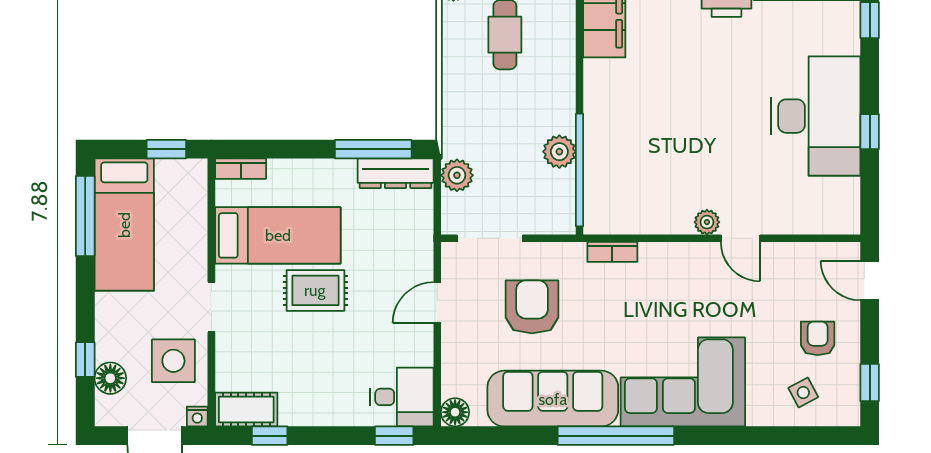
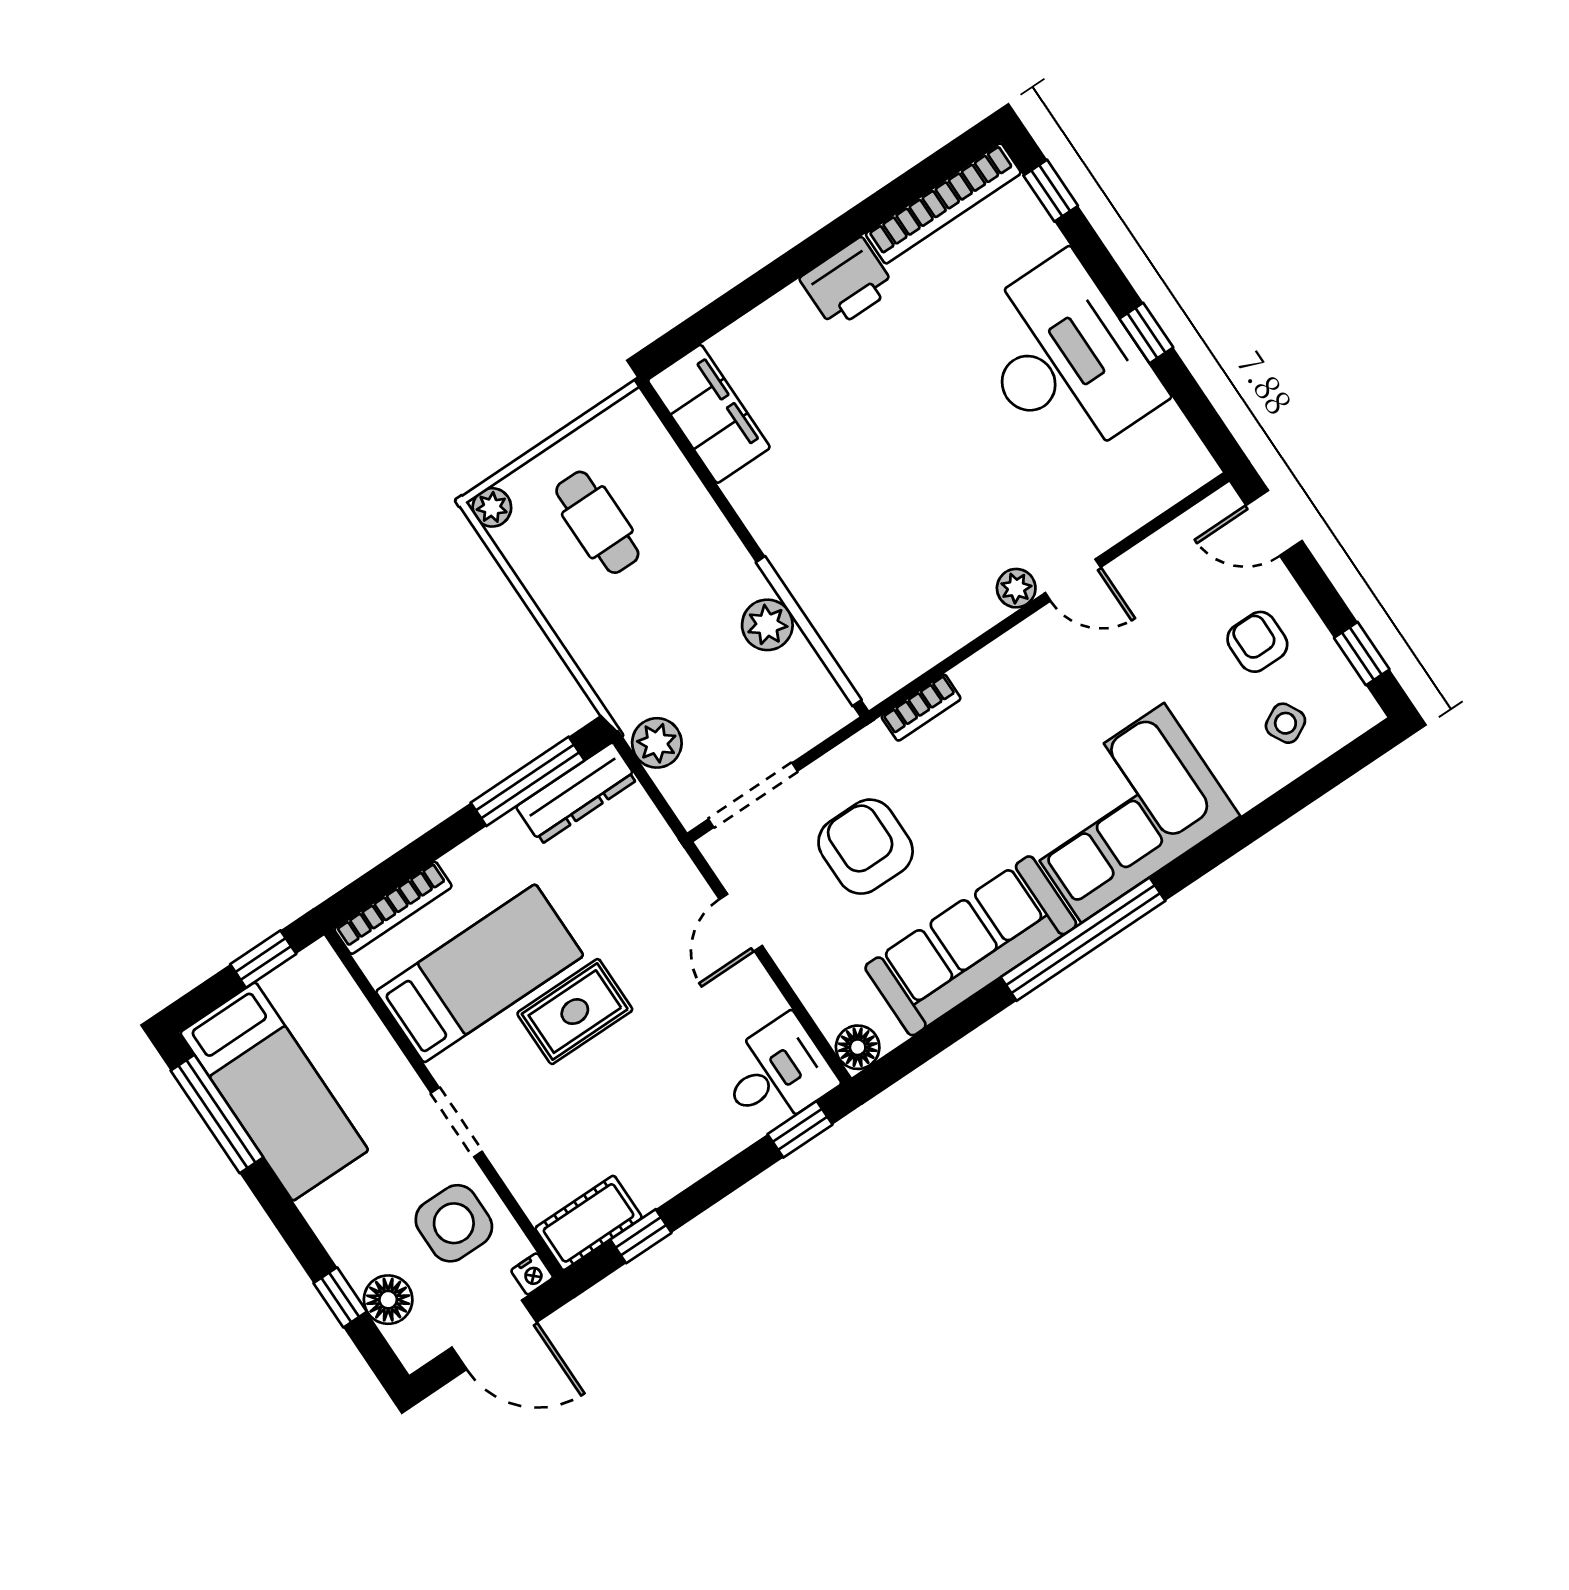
bookcase: (241, 169) -> (393, 908), width x1.56

